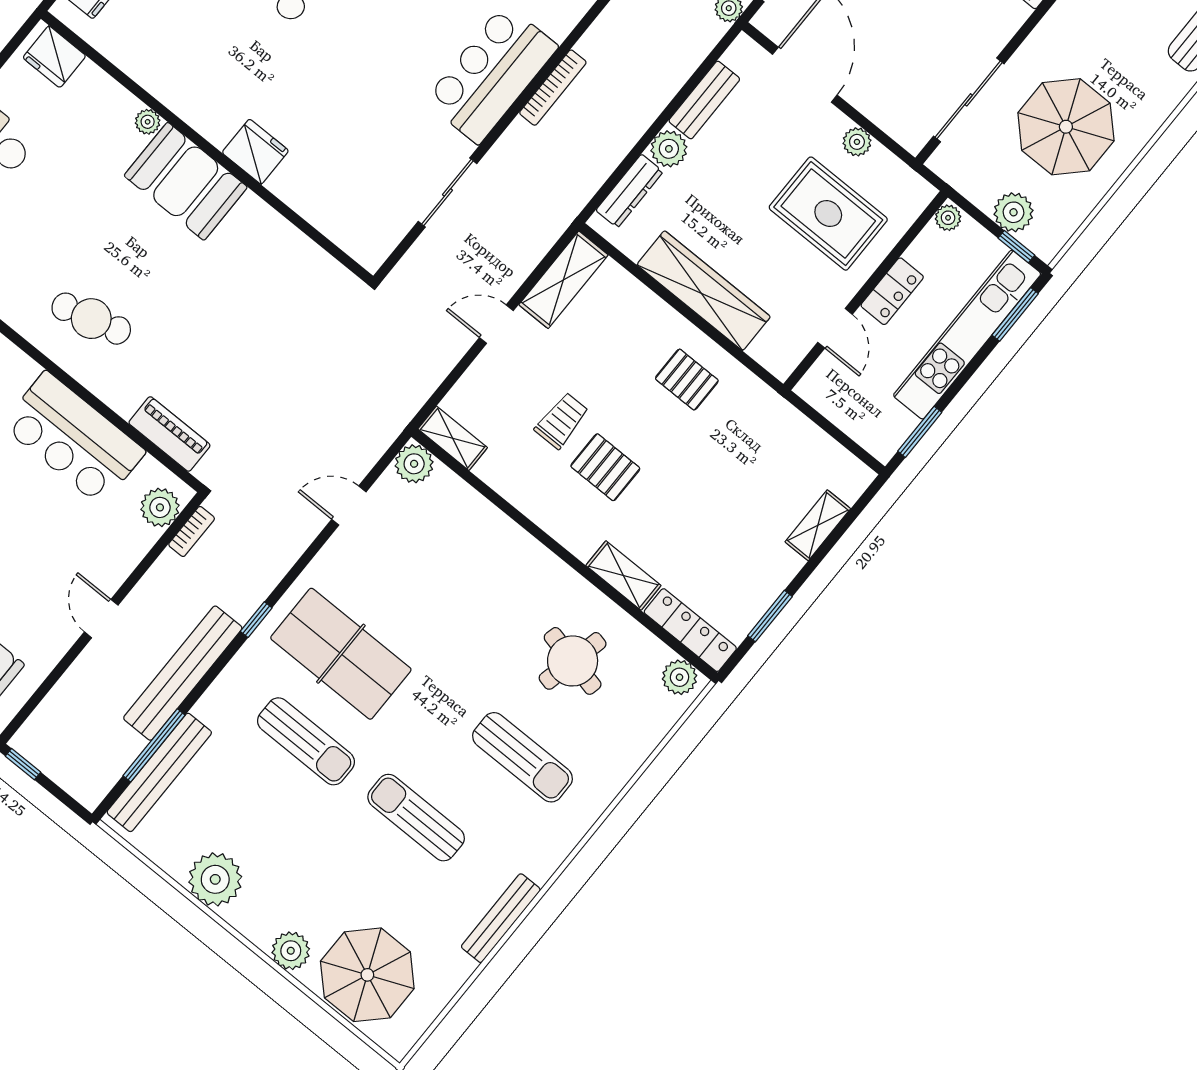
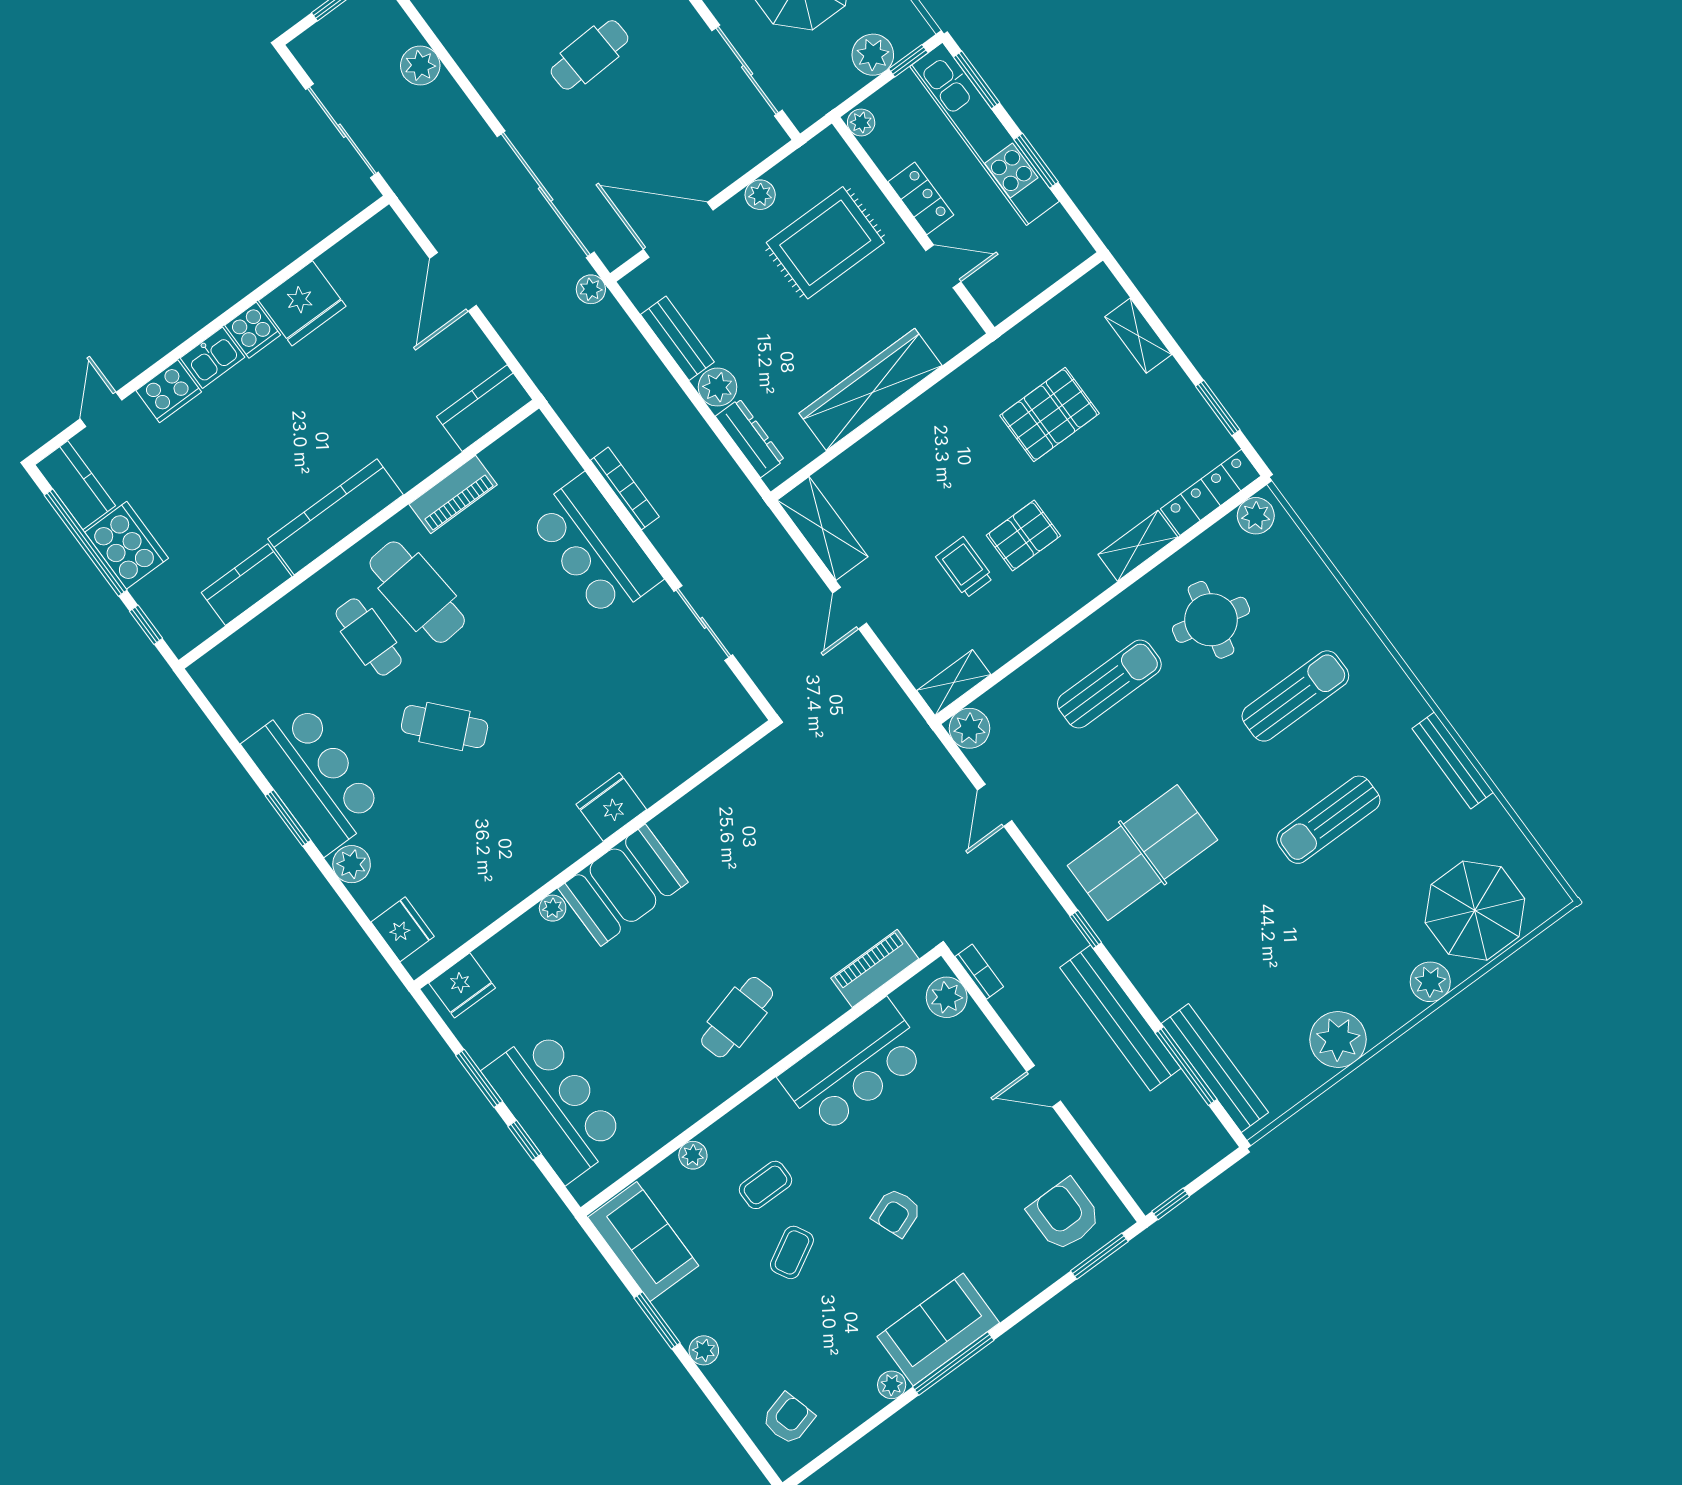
pallet: (687, 380) -> (1050, 415), moved, width x1.50, depth x1.42
window: (920, 432) -> (1036, 161), moved
sun lounger: (306, 741) -> (1109, 684), moved

